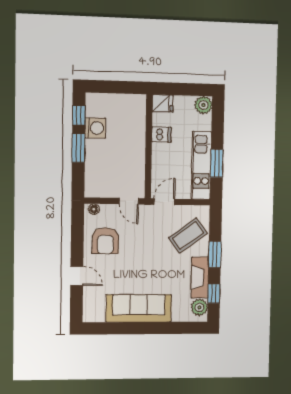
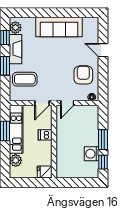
plant: (203, 105) -> (16, 160), moved
dishwasher: (161, 134) -> (45, 135), moved
door: (129, 201) -> (67, 103), swing flipped
coffee table: (188, 235) -> (25, 79), turned 36

